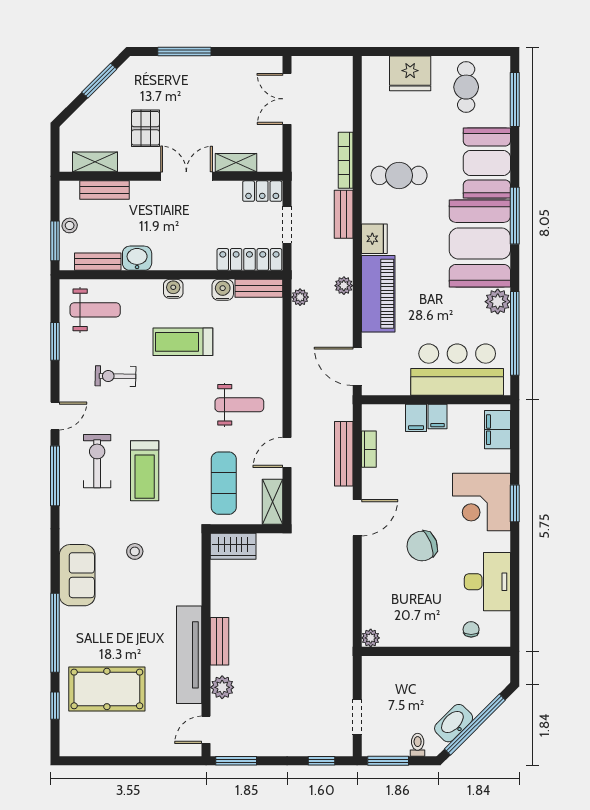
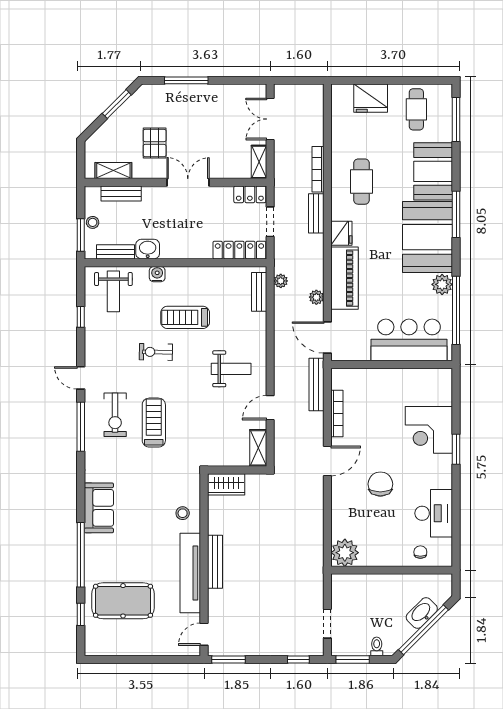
shelving: (236, 163) -> (259, 162), moved, turned 90
cafe table: (399, 175) -> (362, 182), turned 90
plant: (344, 286) -> (316, 297), moved
bench: (259, 288) -> (259, 292), moved, turned 90
water cooler: (173, 289) -> (157, 274), moved
water cooler: (223, 290) -> (218, 275), removed
weight bench: (95, 310) -> (113, 291), turned 90
window: (55, 341) -> (81, 317), width x0.67
exercise bike: (115, 376) -> (156, 352), moved
door: (55, 416) -> (81, 378), swing flipped
filing cabinet: (438, 416) -> (393, 378), removed
filing cabinet: (416, 418) -> (375, 379), removed
filing cabinet: (497, 430) -> (442, 389), removed
bookcase: (369, 449) -> (337, 413), width x1.56
bench: (344, 454) -> (316, 385), moved
exercise bike: (97, 461) -> (115, 415), turned 180
treadmill: (145, 471) -> (154, 423), turned 180
exercise mat: (224, 483) -> (218, 433), removed
corner desk: (482, 502) -> (429, 430), moved
chair: (422, 546) -> (380, 484), turned 111
stool: (135, 551) -> (183, 513), moved
plant: (371, 638) -> (345, 553), width x1.88, depth x1.88
bench: (220, 641) -> (215, 562), width x1.36
plant: (222, 687) -> (217, 599), removed
washbasin: (454, 723) -> (422, 613), moved

